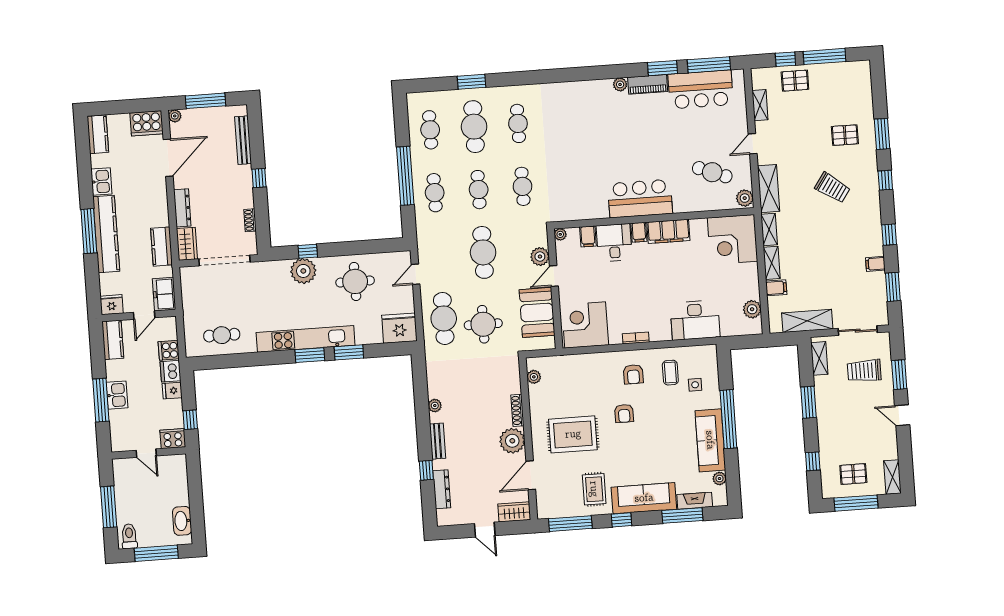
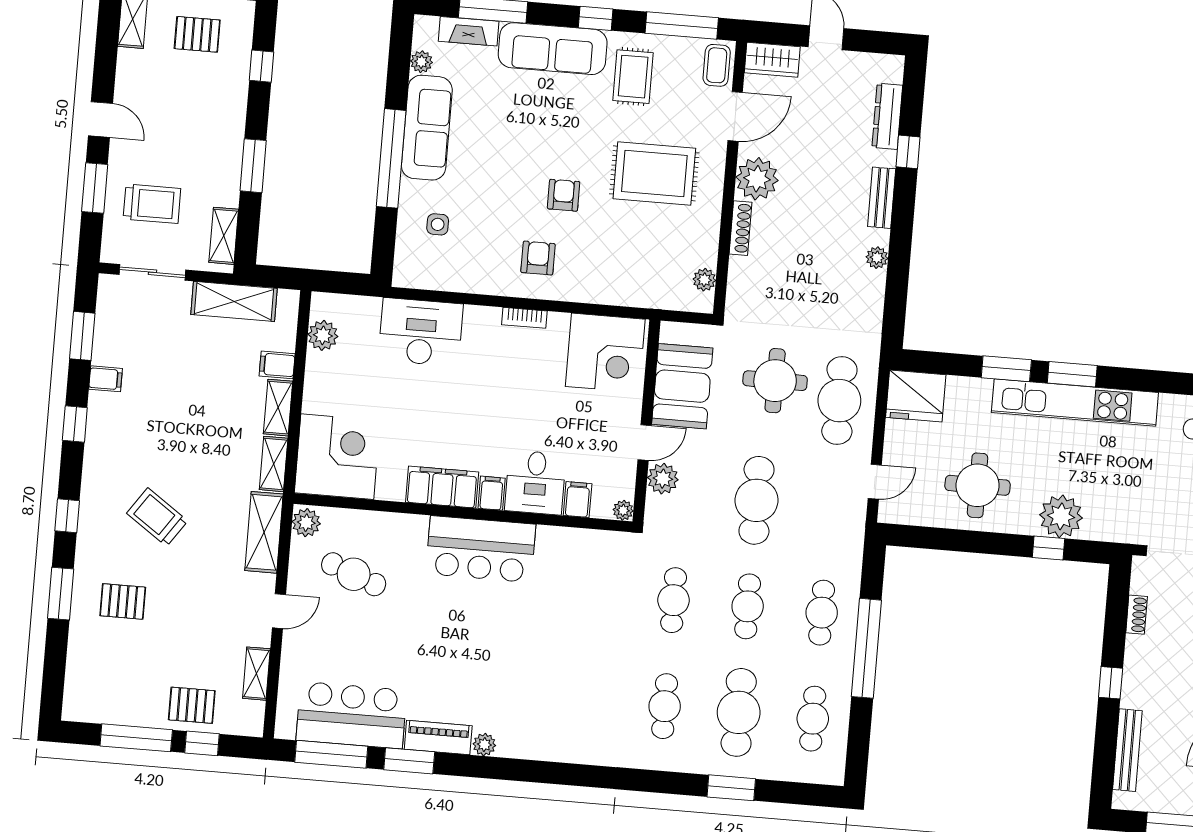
coffee table: (670, 373) -> (717, 65), moved

